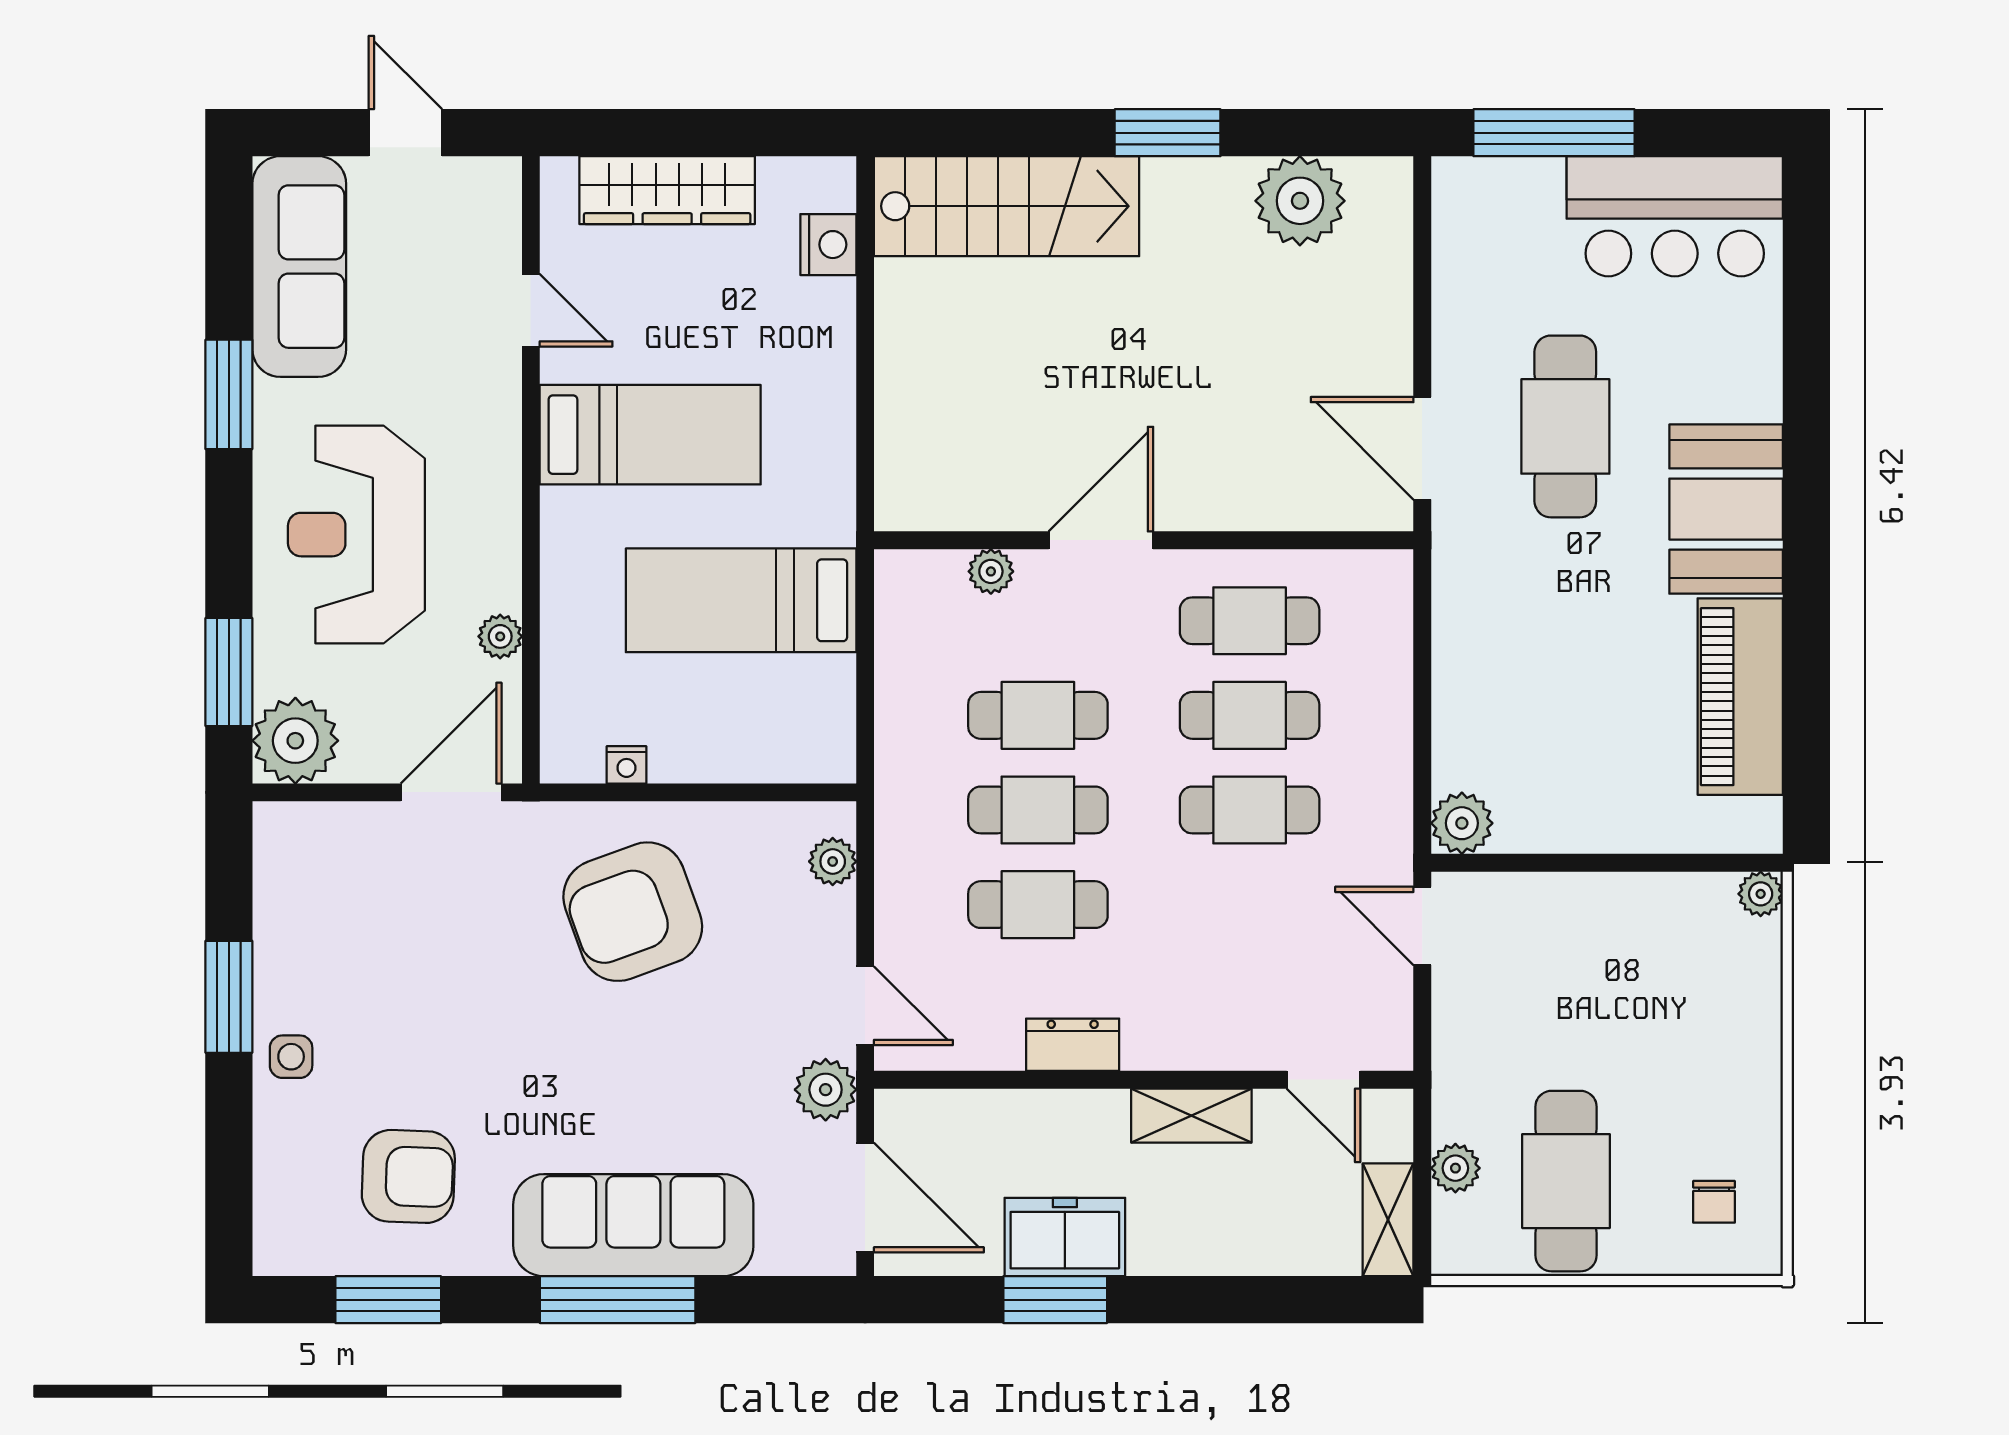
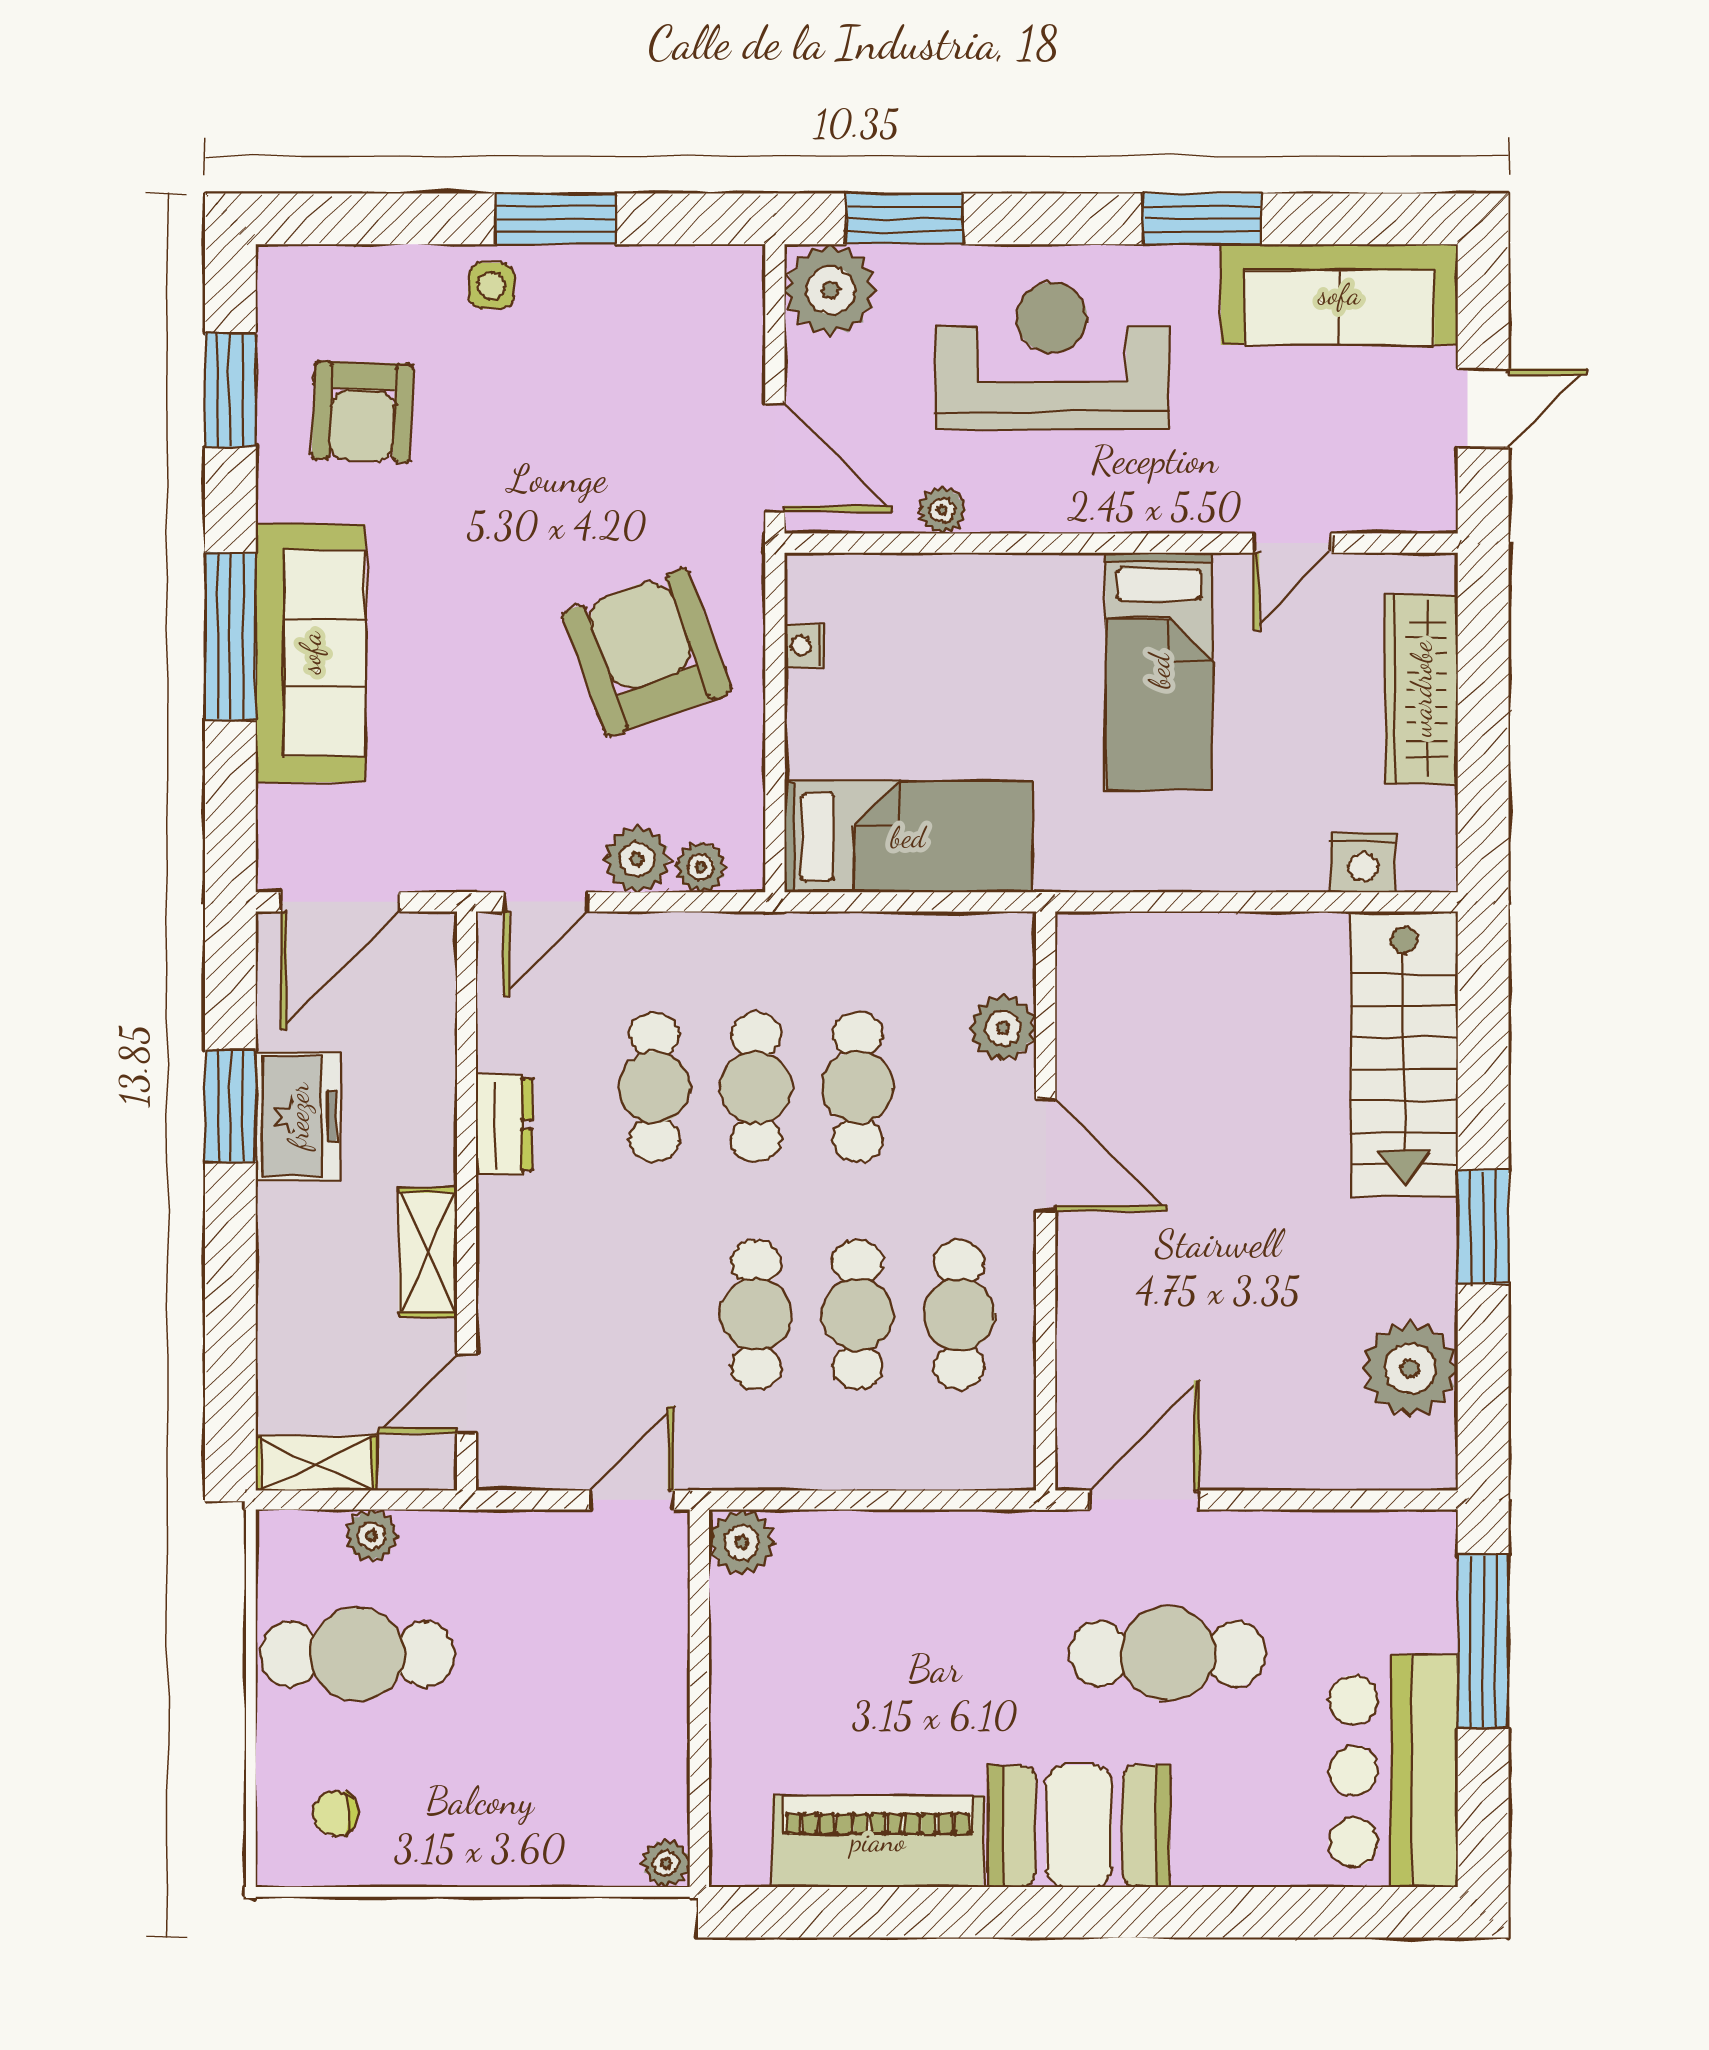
plant: (991, 571) -> (1003, 1028), width x1.38, depth x1.38
bed: (741, 600) -> (908, 837), moved, turned 90
plant: (826, 1090) -> (637, 859), moved

